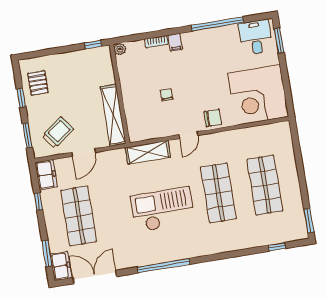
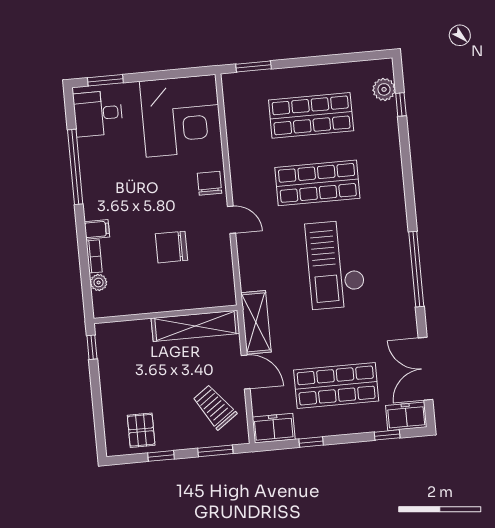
plant: (120, 49) -> (99, 282), moved
pallet: (38, 83) -> (141, 430), turned 90
chair: (167, 95) -> (172, 247), width x1.87, depth x1.87
shelving: (148, 152) -> (256, 322), moved
window: (309, 221) -> (254, 67), moved
plant: (287, 234) -> (384, 89), added
window: (47, 254) -> (387, 435), width x0.67

